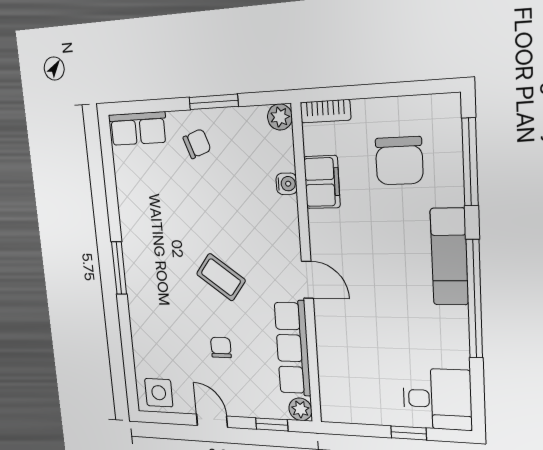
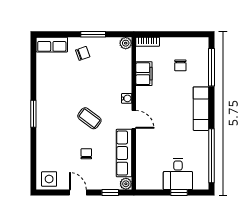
chair: (399, 161) -> (180, 65), width x0.54, depth x0.54
water cooler: (287, 184) -> (127, 98), moved
window: (474, 299) -> (211, 156), moved
desk: (437, 399) -> (178, 174), moved, turned 90

